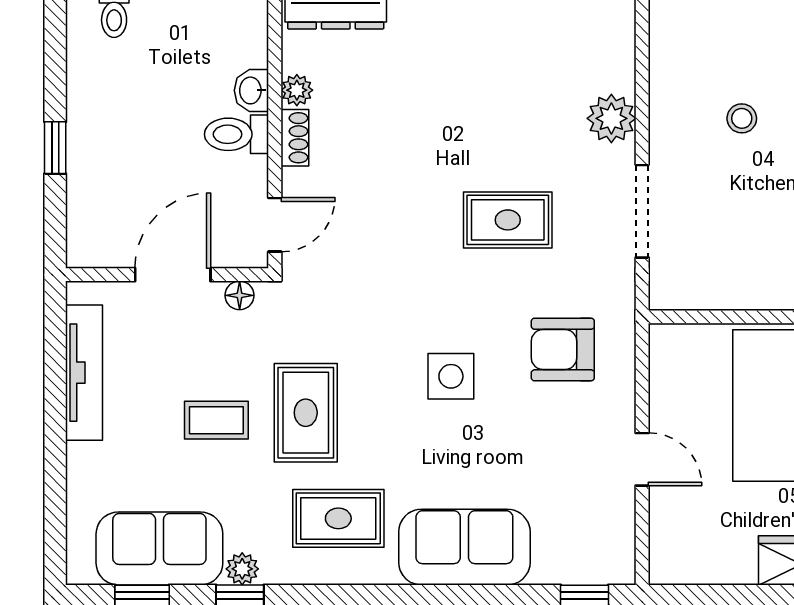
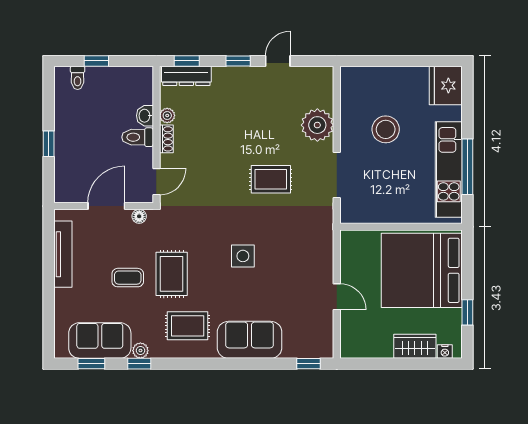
plant: (611, 118) -> (317, 125), width x1.36, depth x1.36
stool: (742, 118) -> (386, 129), width x1.89, depth x1.89
armchair: (563, 350) -> (298, 243), removed

